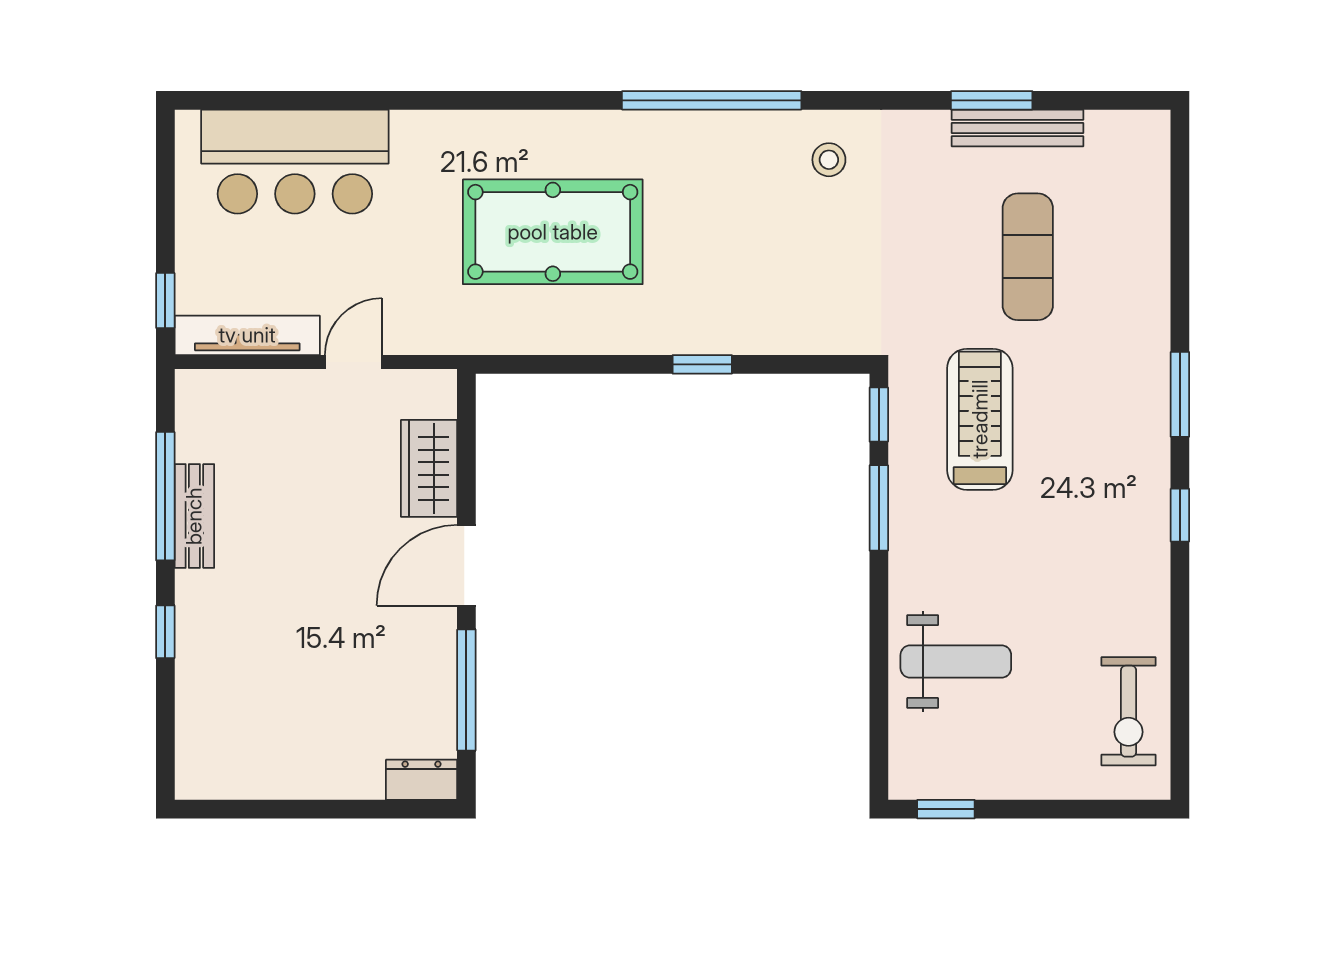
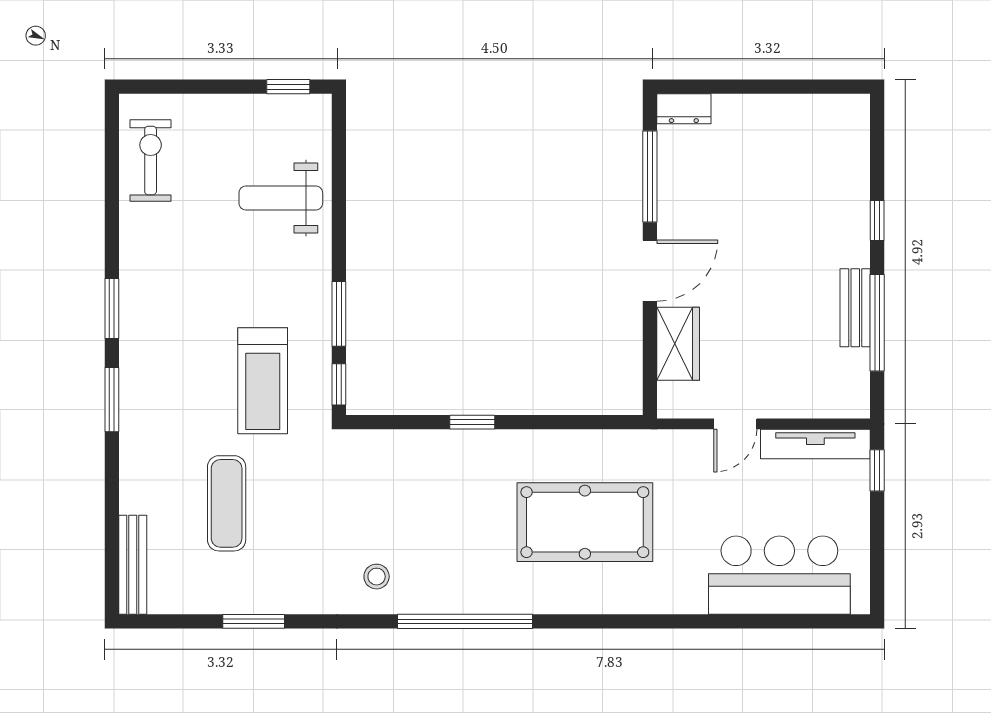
bench: (1017, 128) -> (133, 565), moved, turned 90
window: (1180, 515) -> (112, 308), width x1.50

